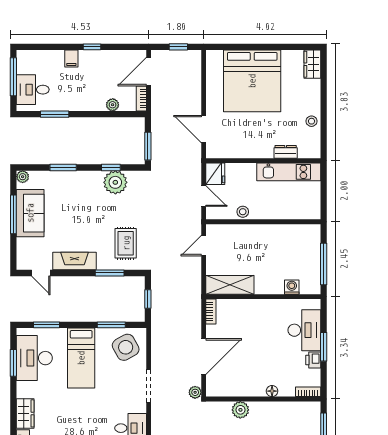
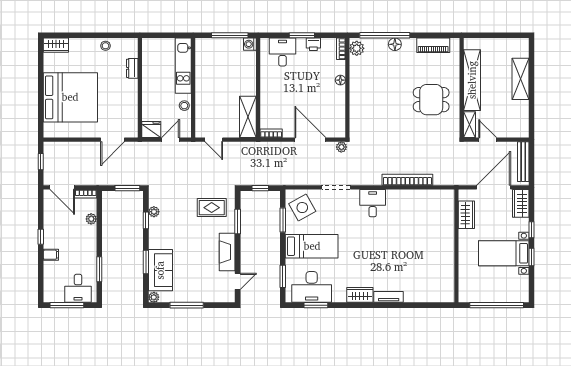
kitchen unit: (289, 172) -> (183, 66), moved, turned 180
plant: (115, 182) -> (154, 212), width x0.53, depth x0.53
sofa: (30, 213) -> (160, 270), moved, turned 90
washing machine: (292, 287) -> (250, 44), moved
desk: (304, 330) -> (282, 52), width x0.73
plant: (240, 410) -> (357, 48), moved

